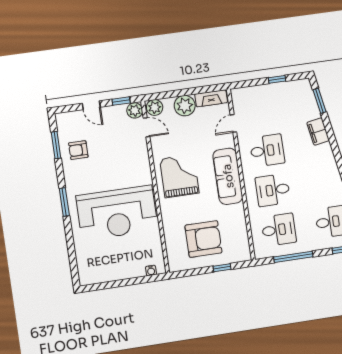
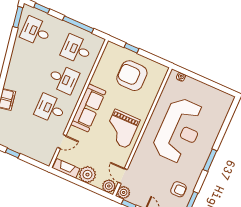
reception desk: (117, 213) -> (179, 130), turned 90

